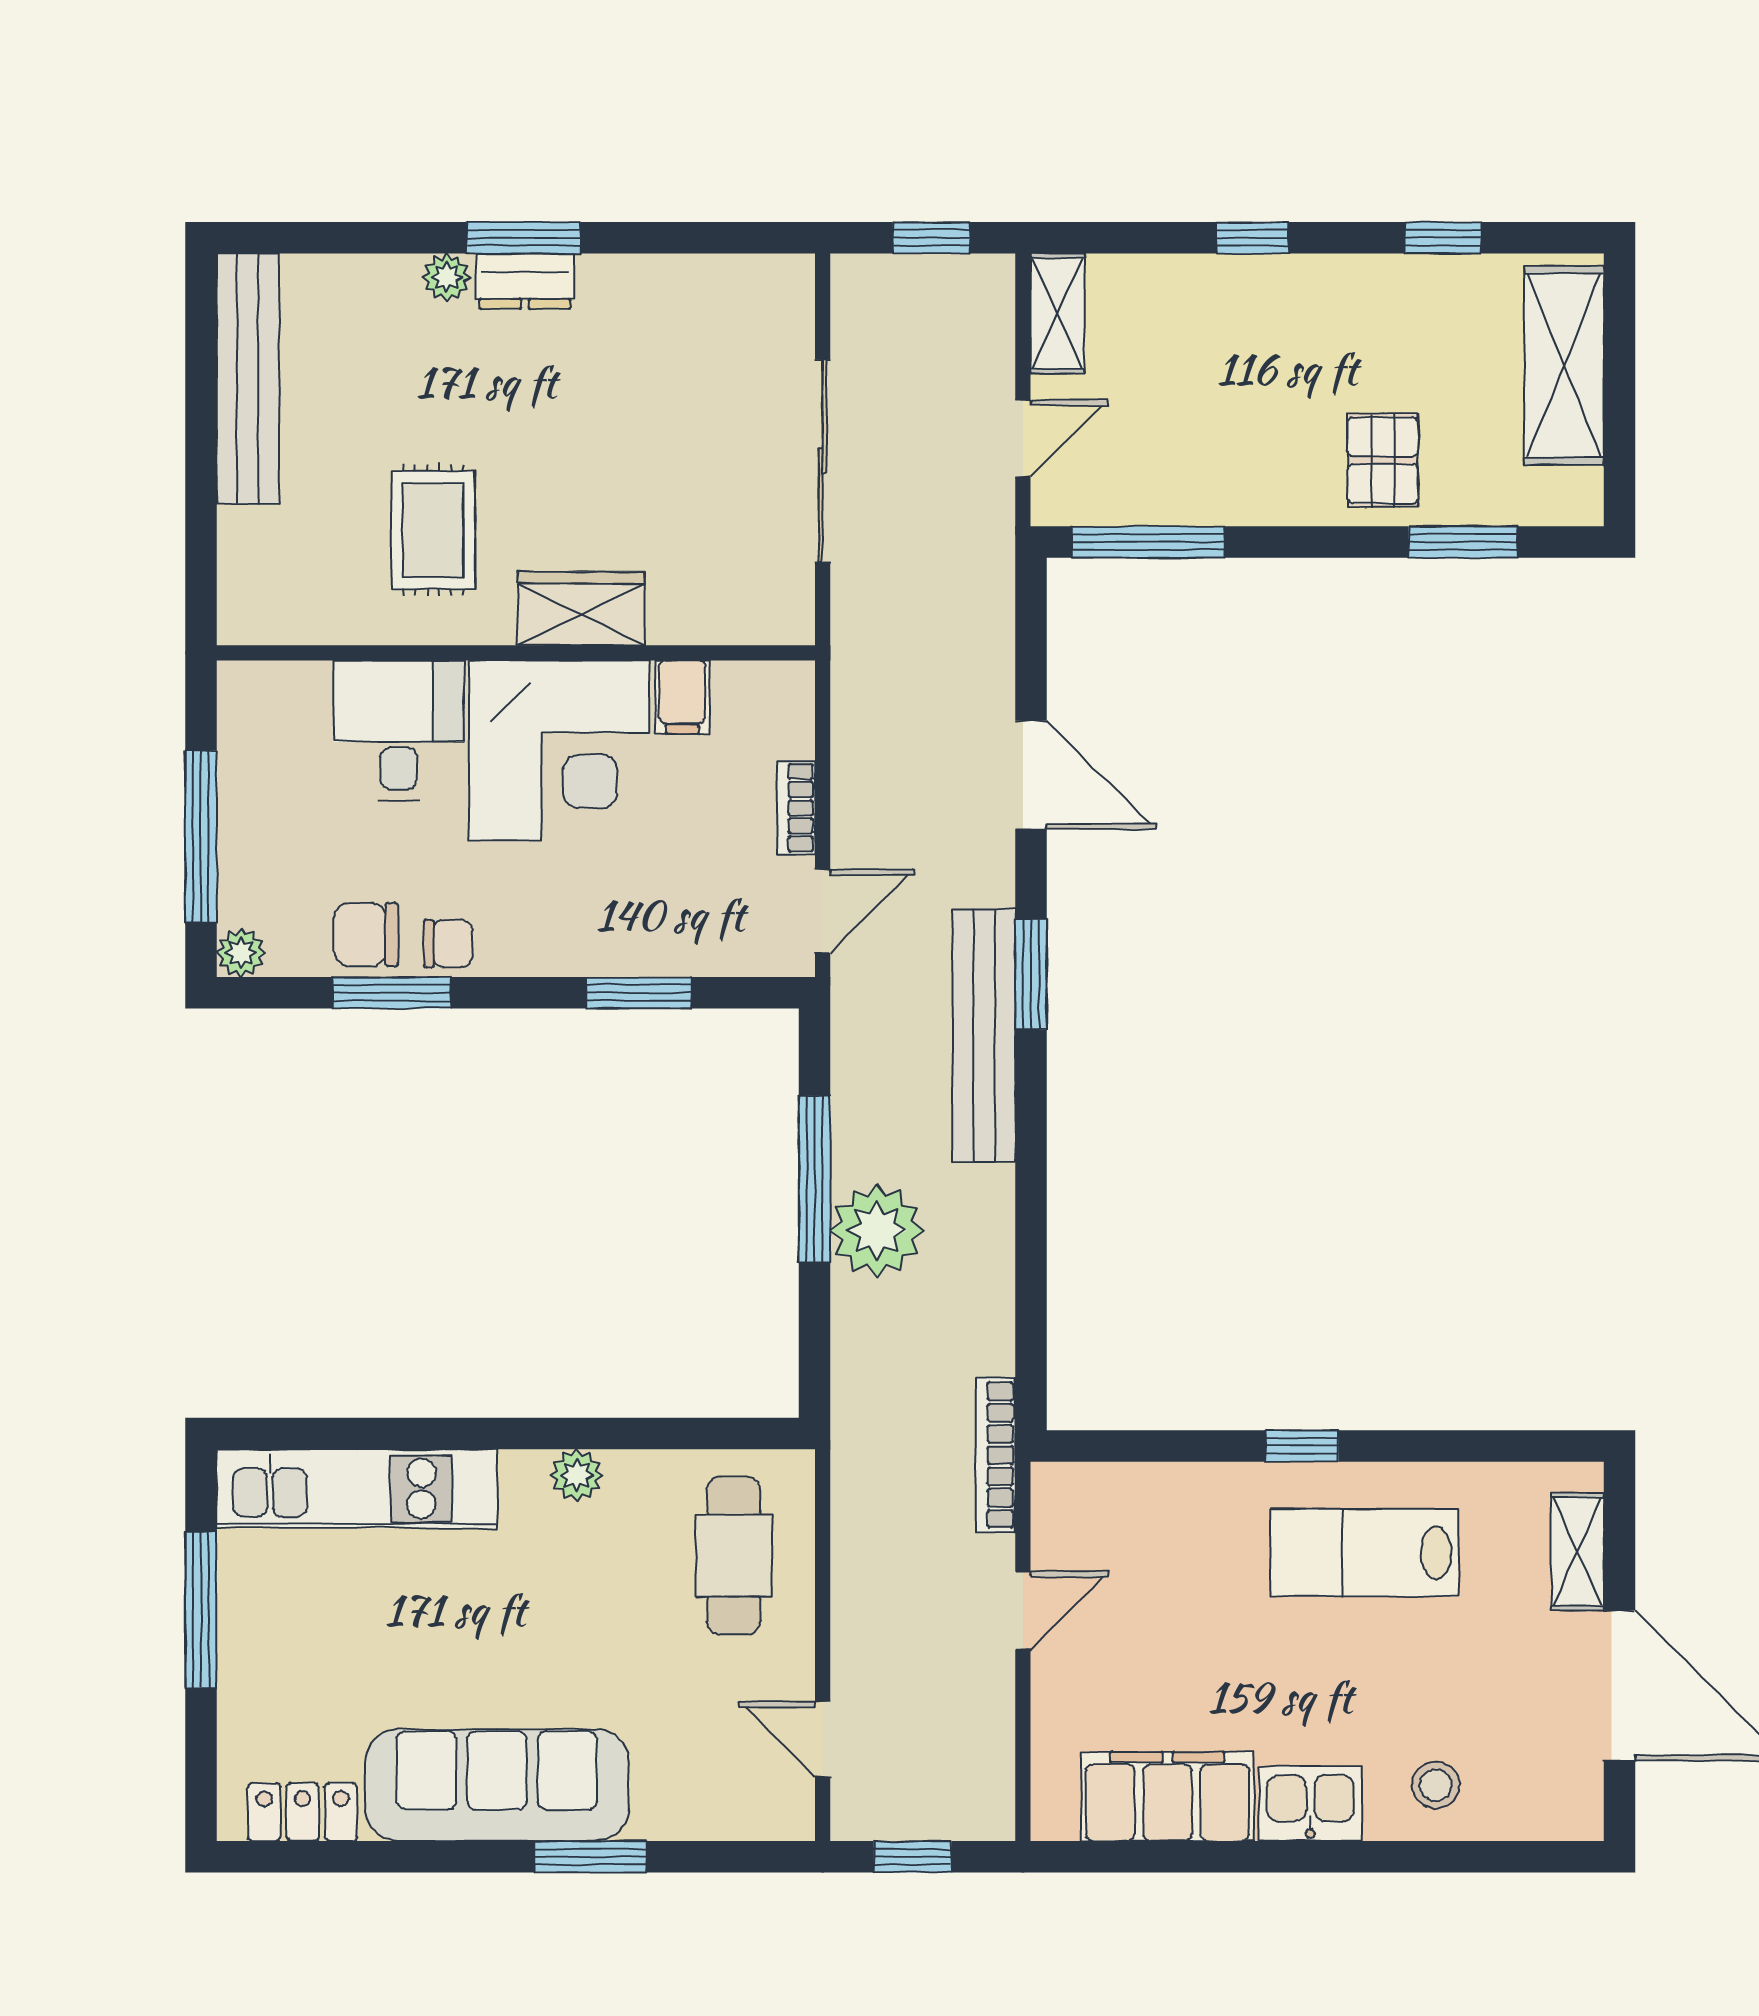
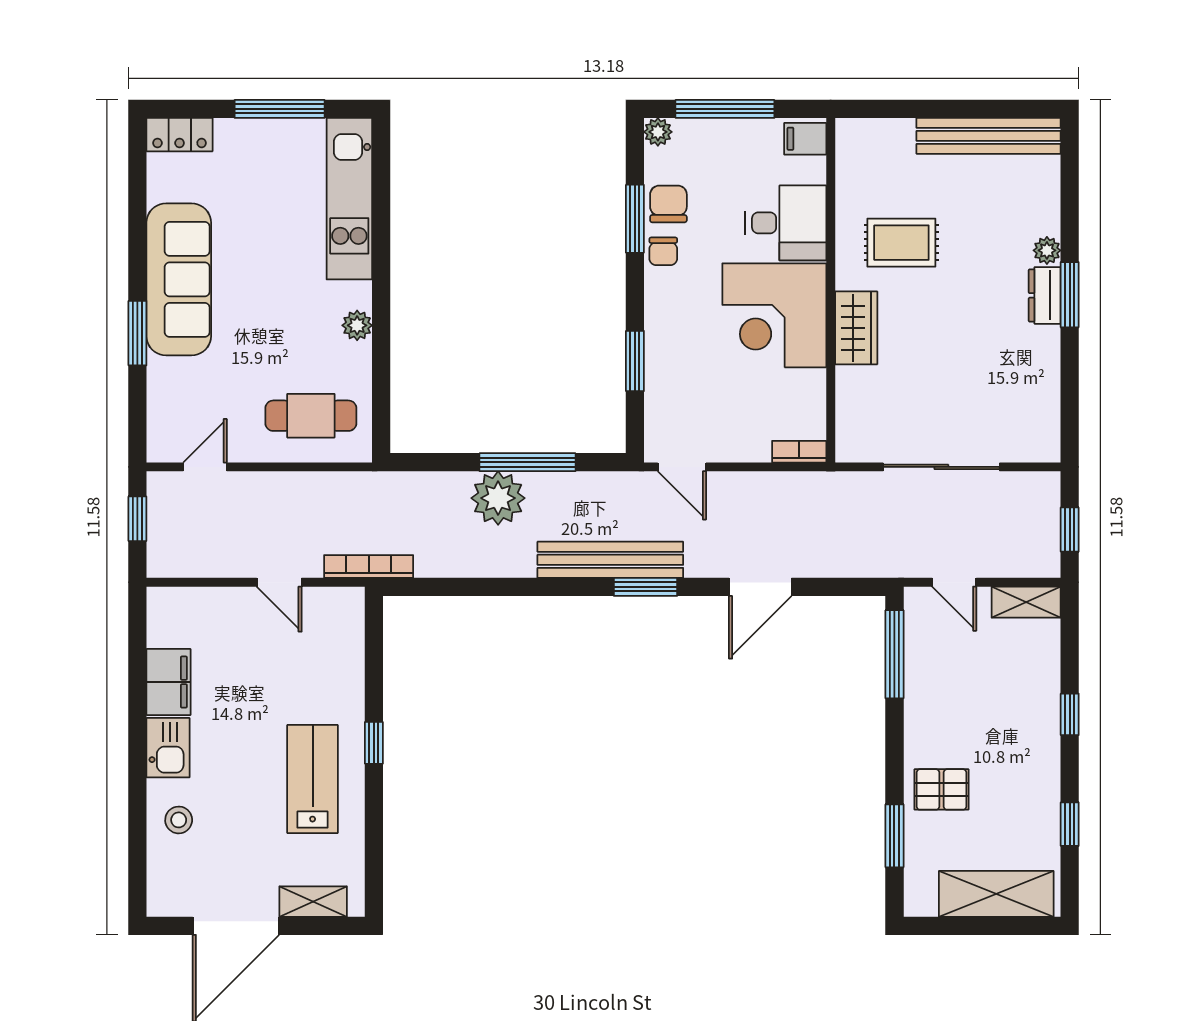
filing cabinet: (682, 697) -> (805, 139), moved
bookcase: (796, 808) -> (799, 452), moved
filing cabinet: (1167, 1796) -> (168, 682), width x0.67, depth x0.86
locker: (303, 1812) -> (180, 135), moved, turned 90

